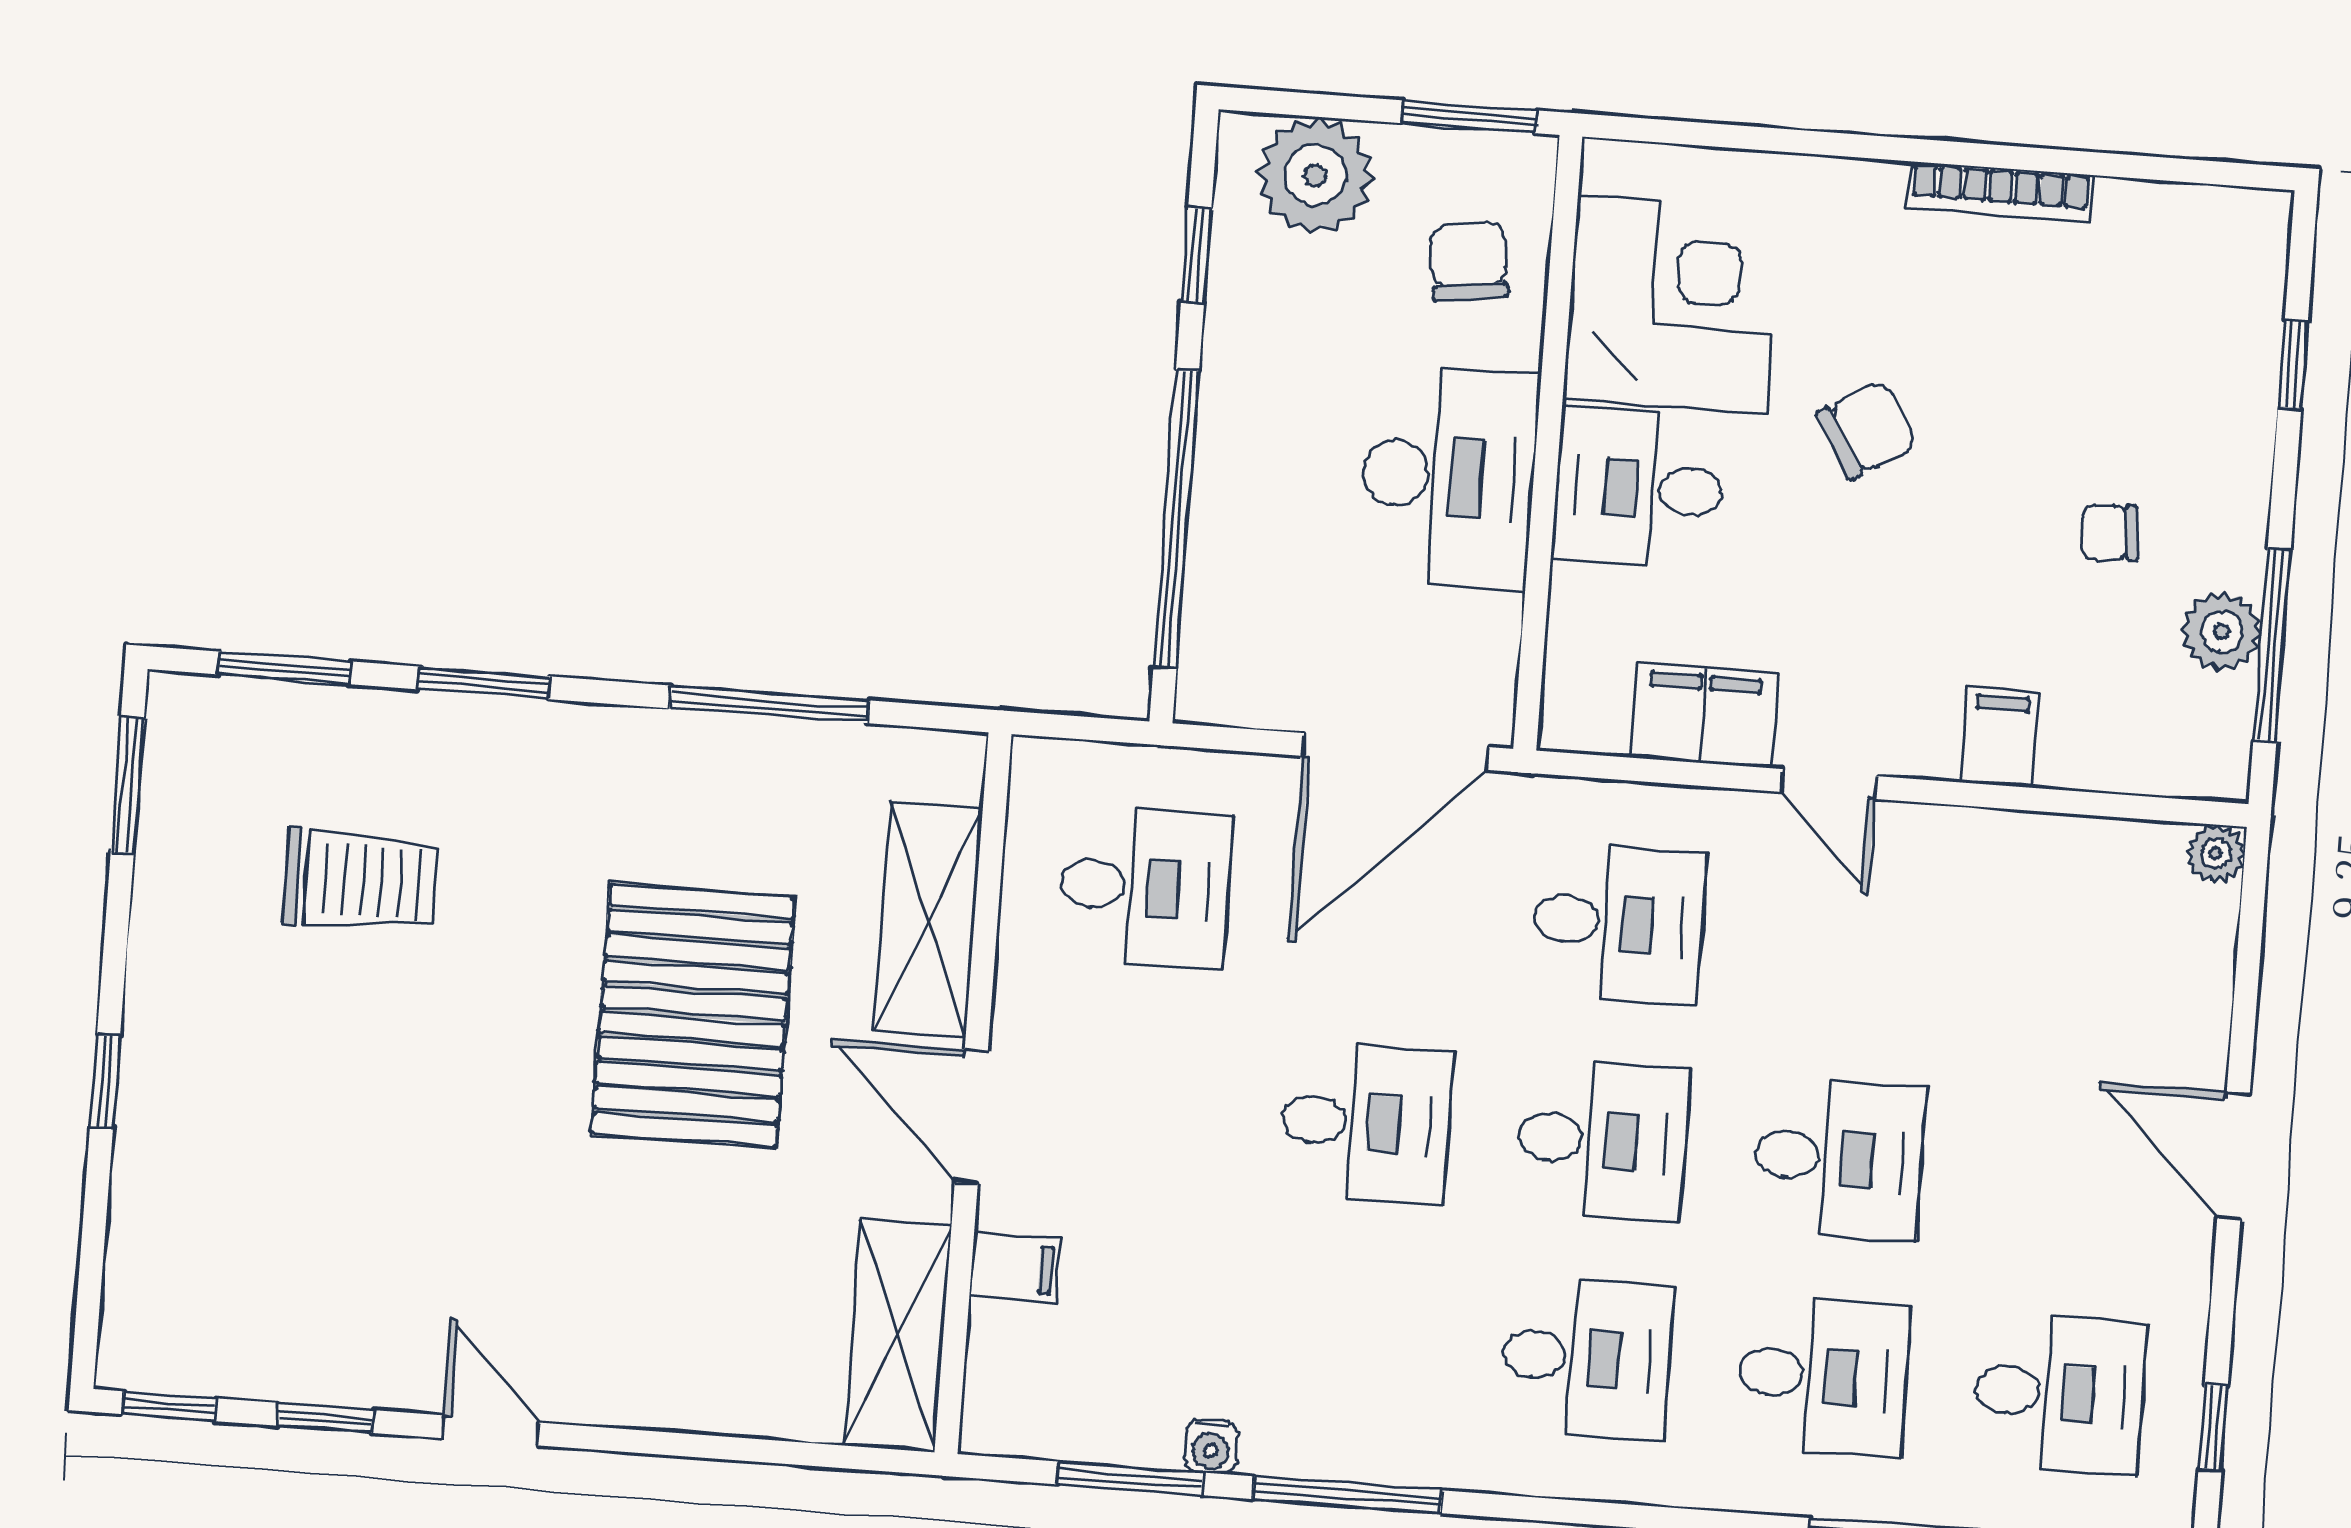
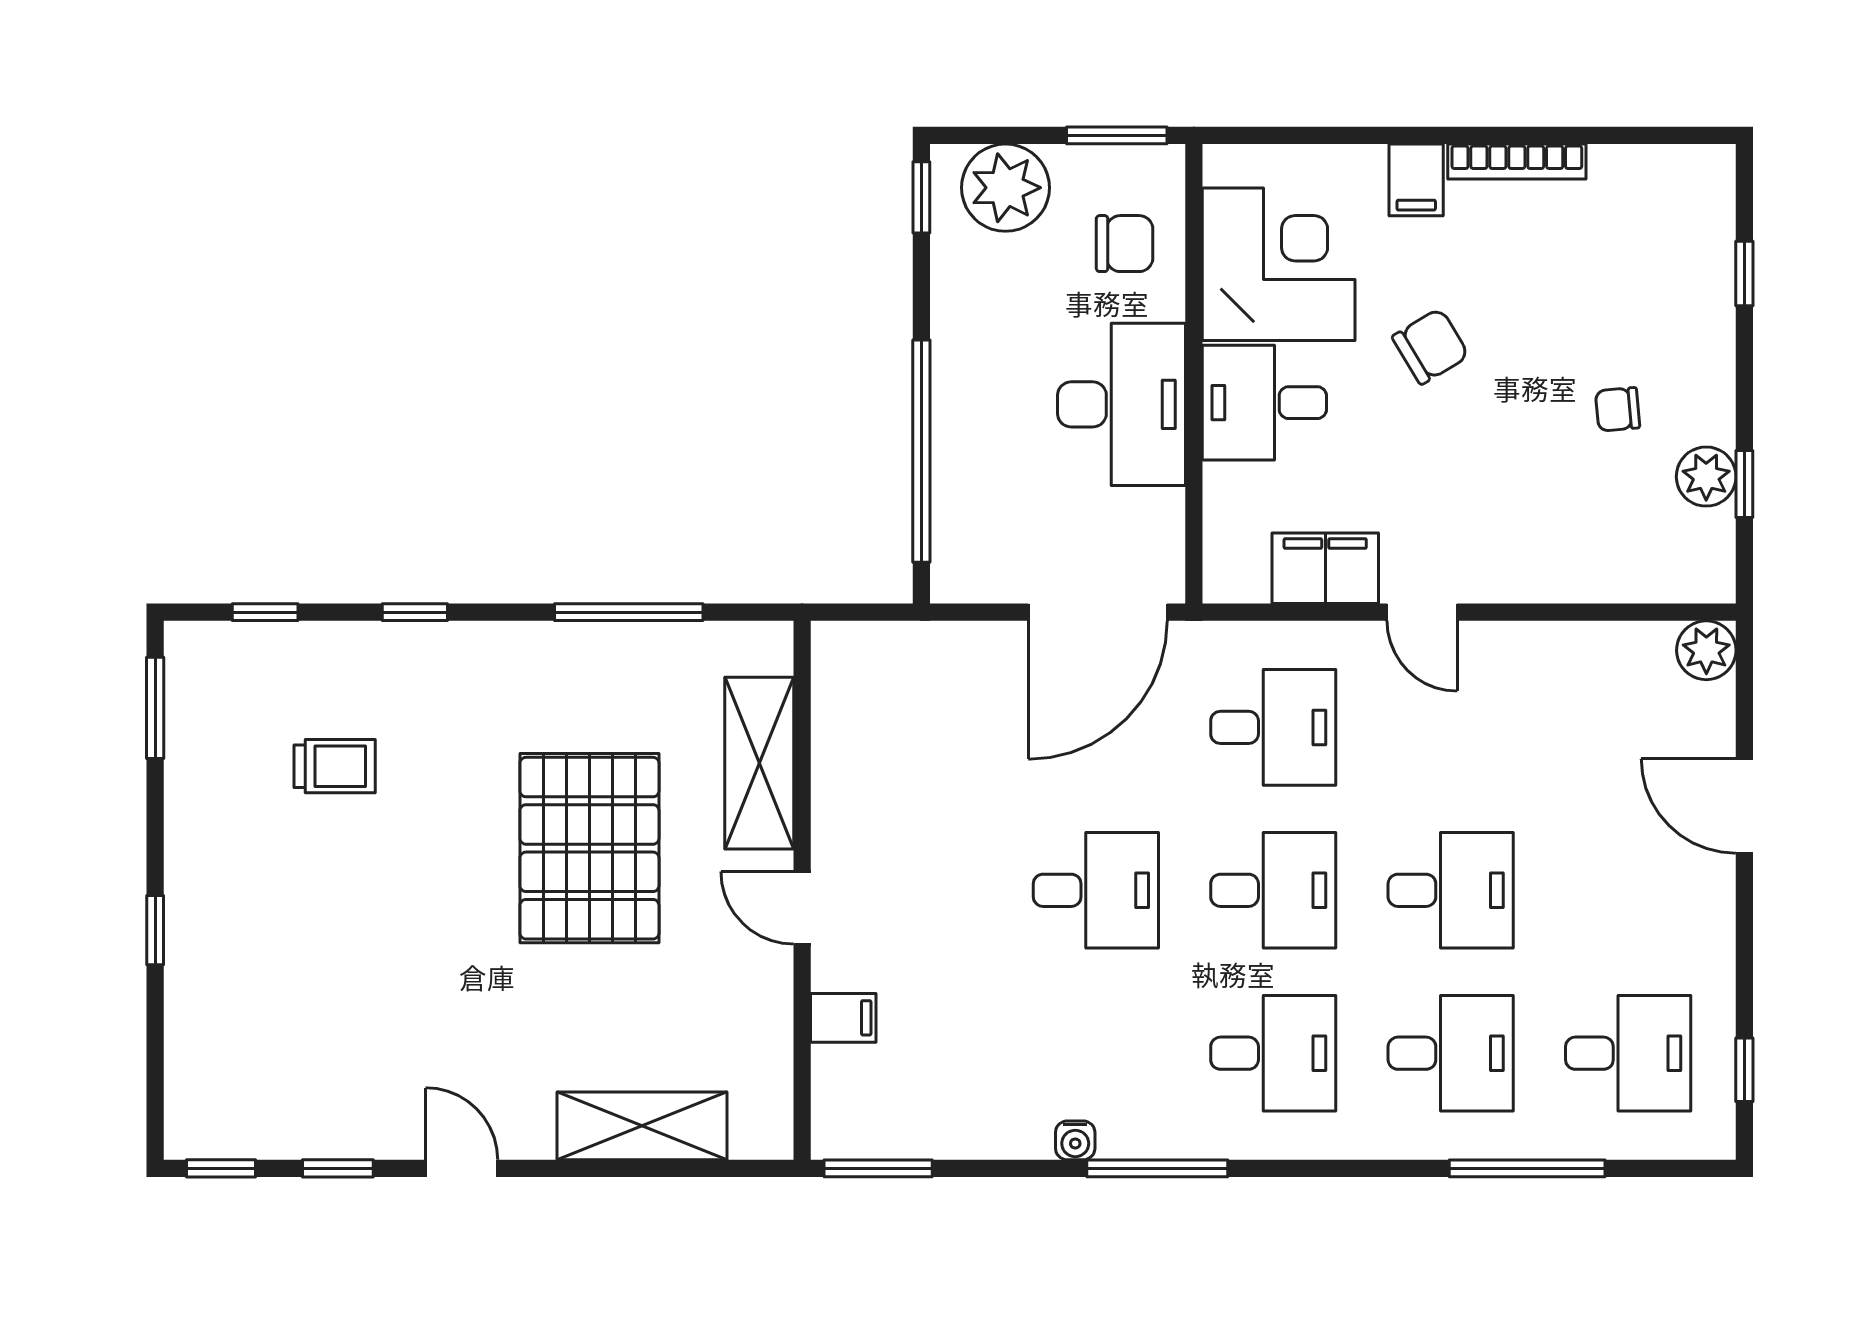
window: (1196, 255) -> (921, 197), moved
chair: (1468, 262) -> (1125, 244), turned 98
window: (2272, 645) -> (1744, 484), width x0.46
window: (284, 668) -> (265, 612), width x0.67
window: (484, 683) -> (415, 612), width x0.67
filing cabinet: (2000, 737) -> (1416, 180), moved, turned 180
plant: (2216, 853) -> (1706, 650), width x1.38, depth x1.38
trolley: (361, 881) -> (335, 766), width x0.73, depth x0.72
desk: (1145, 887) -> (918, 727), removed
door: (971, 1117) -> (802, 908), width x0.73
door: (2234, 1156) -> (1744, 806), moved
shelving: (898, 1335) -> (642, 1126), moved, turned 90
water cooler: (1211, 1447) -> (1075, 1140), moved
window: (1131, 1478) -> (878, 1168), moved
window: (1347, 1495) -> (1157, 1168), moved

